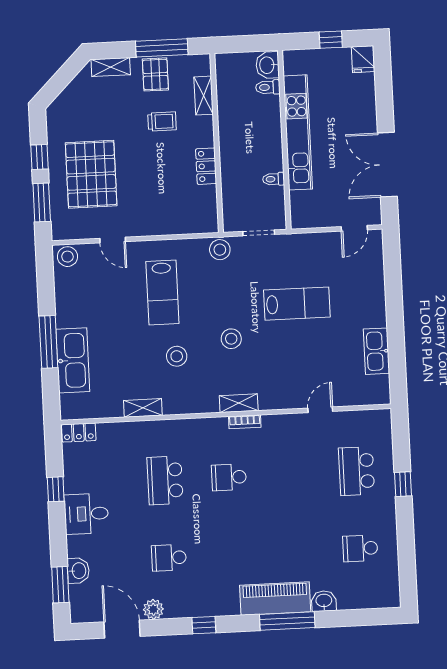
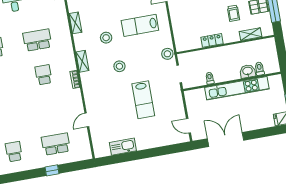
washbasin: (267, 65) -> (248, 71), moved
shelving: (239, 403) -> (82, 61), moved
door: (320, 410) -> (87, 120), swing flipped

